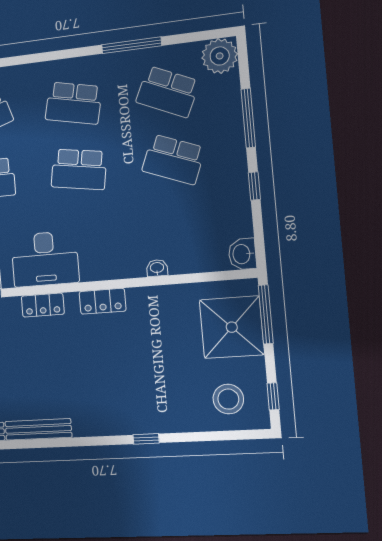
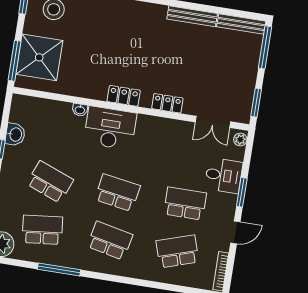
school desk: (168, 92) -> (42, 230), turned -30
washbasin: (242, 254) -> (15, 134), moved
desk: (45, 259) -> (110, 128), moved

